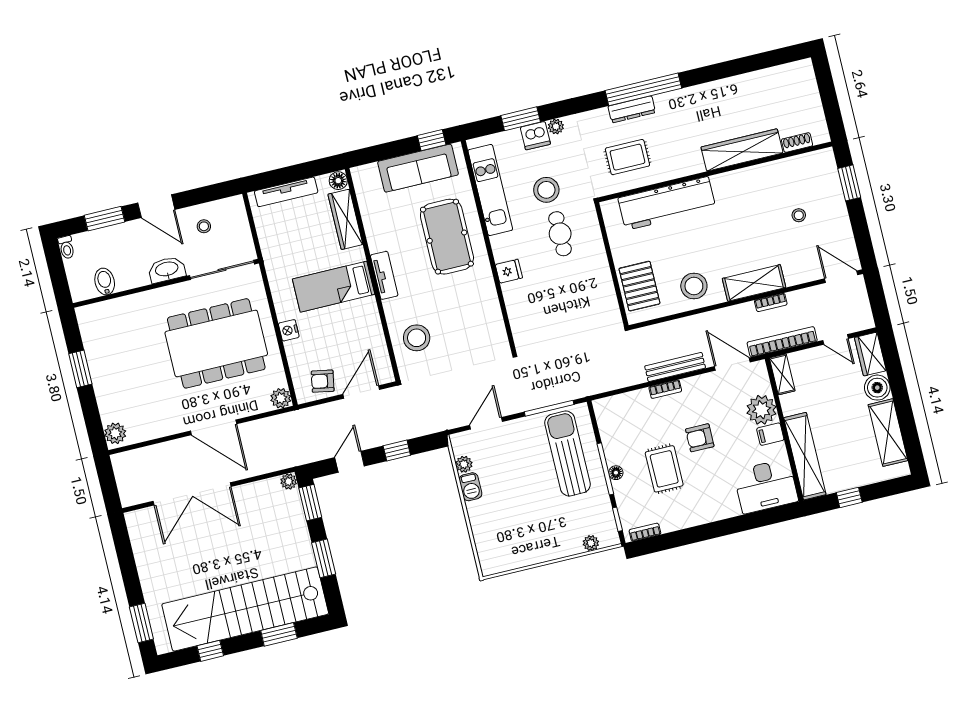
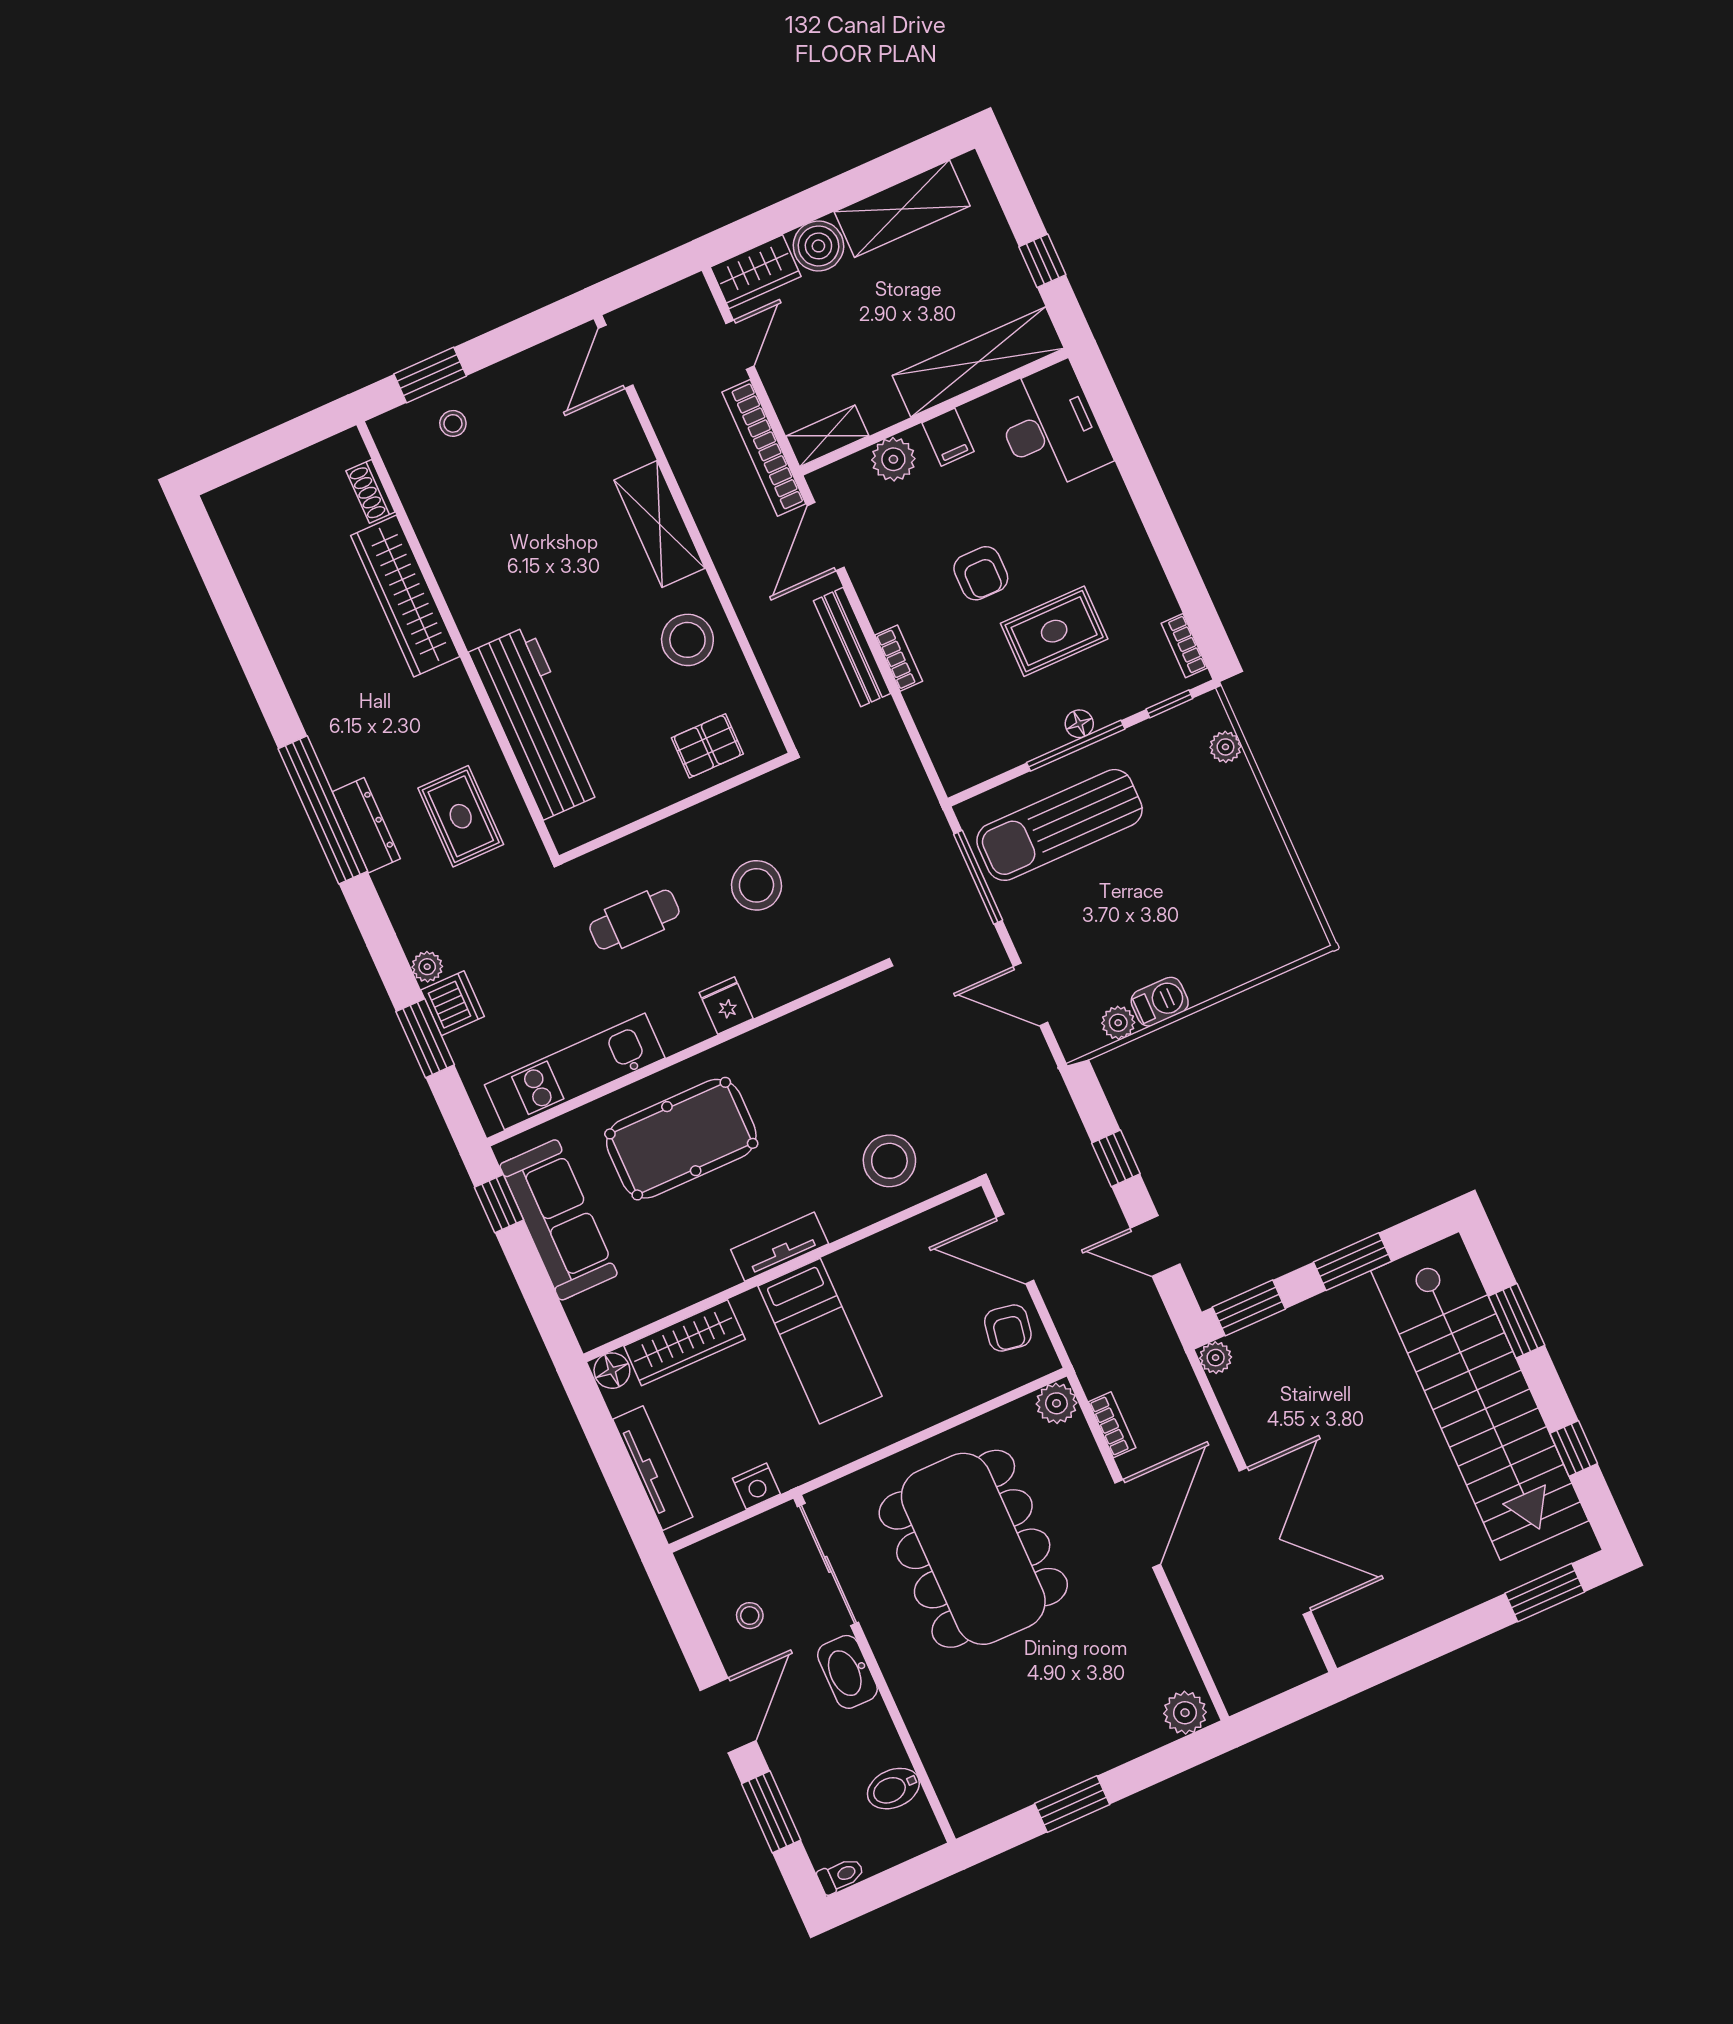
stool: (546, 190) -> (756, 885), moved
stool: (799, 215) -> (453, 423), moved
pallet: (639, 286) -> (707, 746), width x0.67, depth x0.71
bookcase: (771, 302) -> (1112, 1425), moved
nightstand: (289, 330) -> (756, 1486), moved
plant: (761, 410) -> (893, 459), width x0.73, depth x0.73

